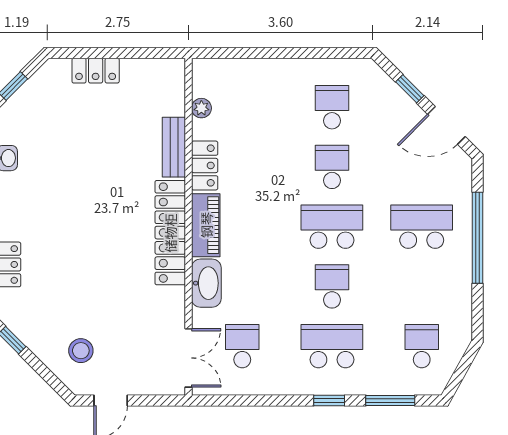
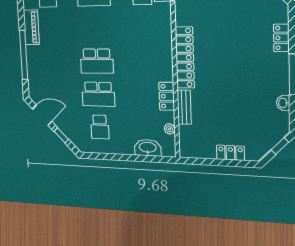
school desk: (332, 167) -> (98, 94), width x1.85
piano: (206, 225) -> (31, 27), moved, turned 180
school desk: (422, 227) -> (51, 61), removed
washbasin: (206, 283) -> (148, 148), moved, turned 90
school desk: (332, 286) -> (95, 27), removed

